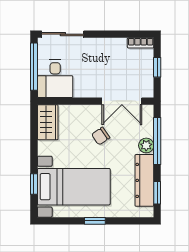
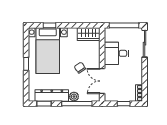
desk: (55, 79) -> (116, 53), moved

